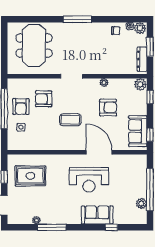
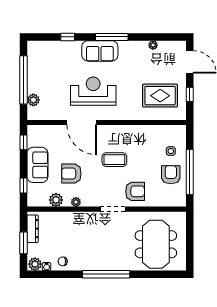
window: (78, 19) -> (106, 274), width x1.46
plant: (140, 84) -> (56, 200), moved
armchair: (44, 99) -> (135, 191), moved
sofa: (138, 131) -> (37, 165), moved
plant: (141, 203) -> (33, 100), moved
sofa: (97, 215) -> (100, 51), moved
window: (52, 227) -> (112, 37), moved

